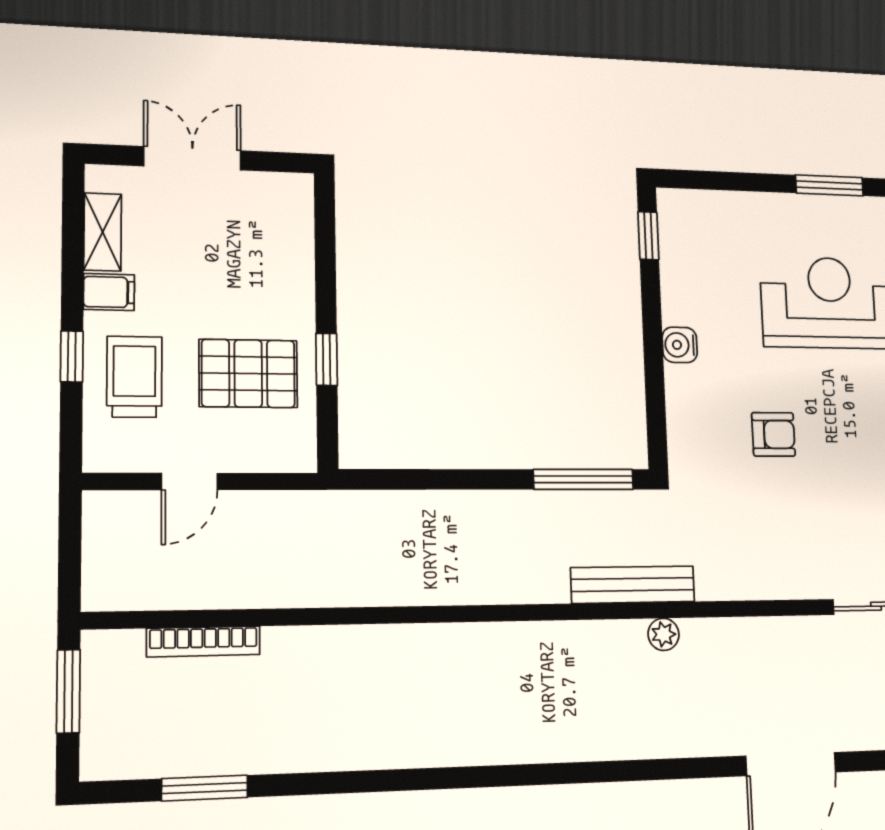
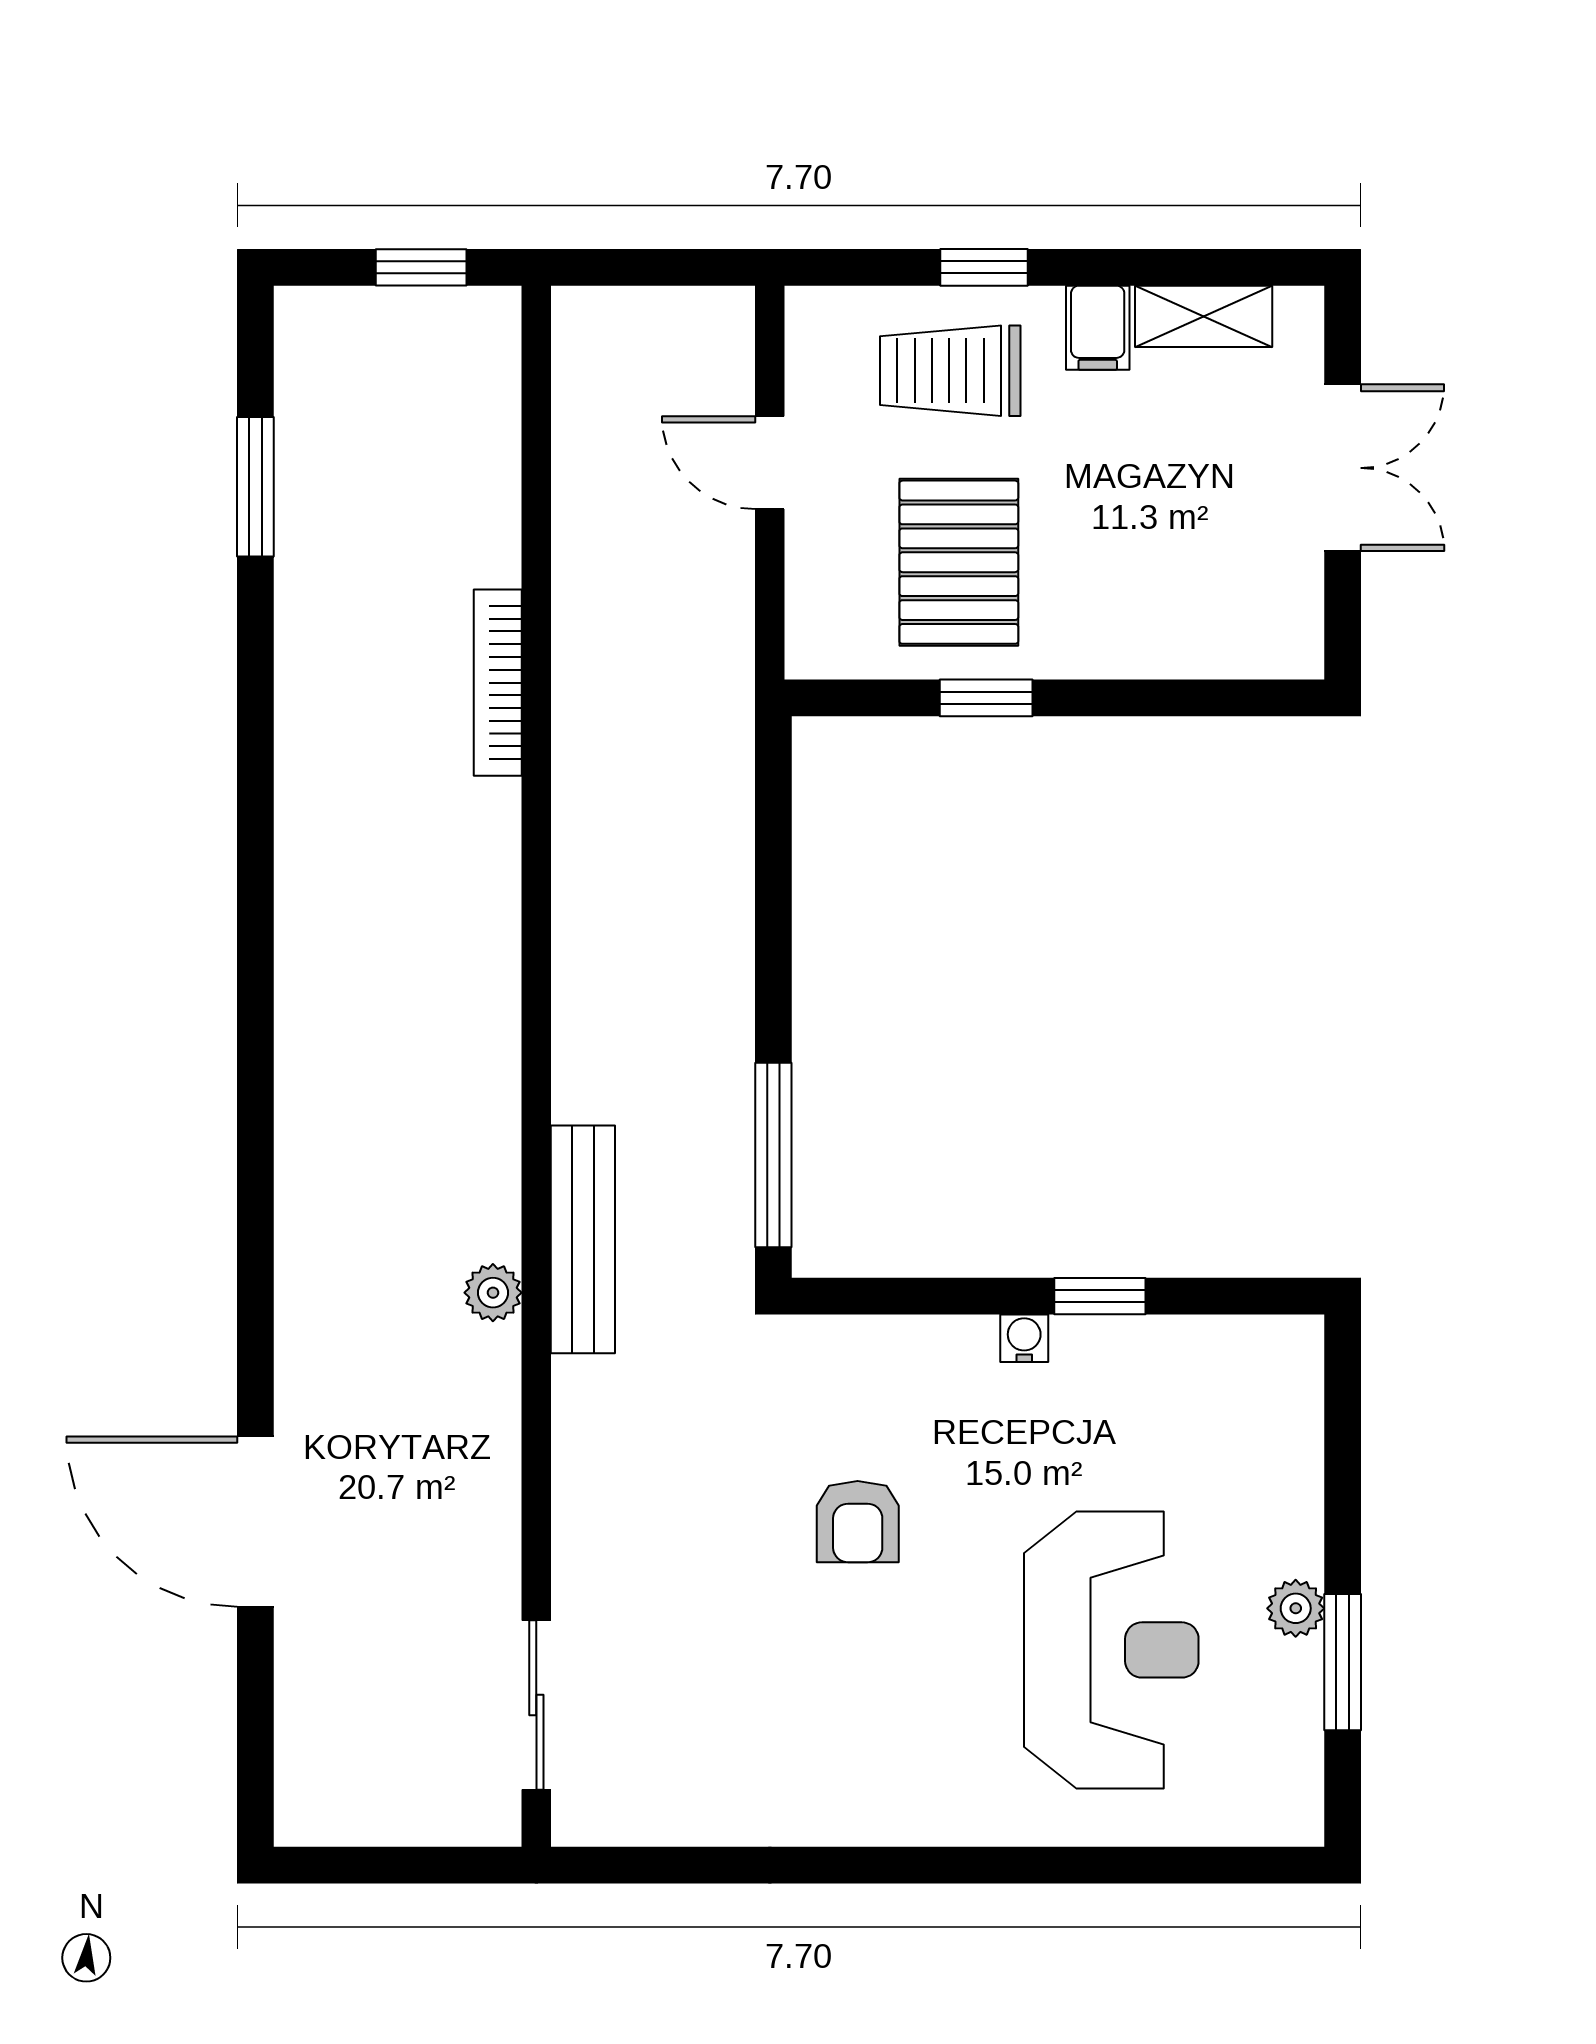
plant: (804, 208) -> (1296, 1608), added
window: (648, 236) -> (1100, 1296), moved
water cooler: (680, 345) -> (1024, 1338), width x0.72, depth x0.72
trolley: (134, 377) -> (950, 371), turned 180
bookcase: (203, 642) -> (498, 683), moved
window: (68, 691) -> (421, 267), width x0.67

